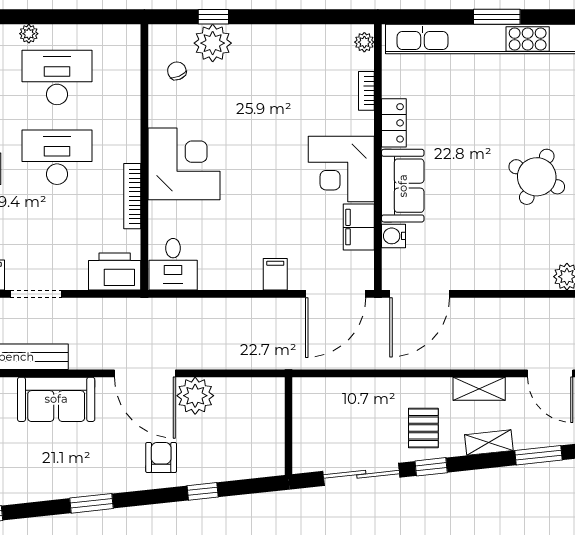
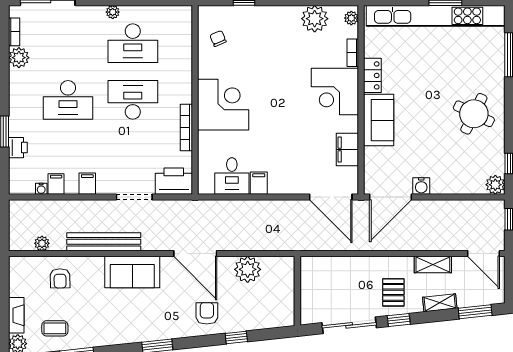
plant: (213, 43) -> (315, 19), moved
desk: (57, 77) -> (133, 43), turned 180
corner desk: (341, 169) -> (335, 91), moved
water cooler: (394, 236) -> (421, 186), moved, turned -90
desk: (173, 264) -> (232, 176), moved
filing cabinet: (275, 274) -> (259, 183), moved
doorway: (36, 294) -> (134, 197), moved
door: (336, 294) -> (331, 197), hinge flipped
plant: (195, 396) -> (248, 269), moved

